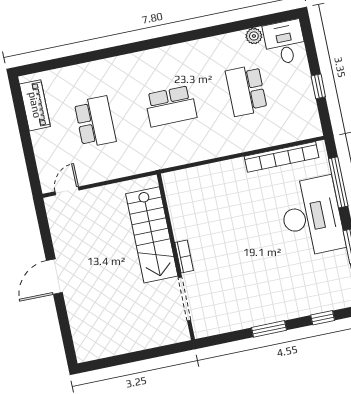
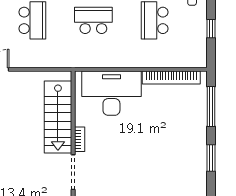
school desk: (171, 106) -> (93, 20), turned 180
desk: (312, 217) -> (111, 93), moved, turned -90

